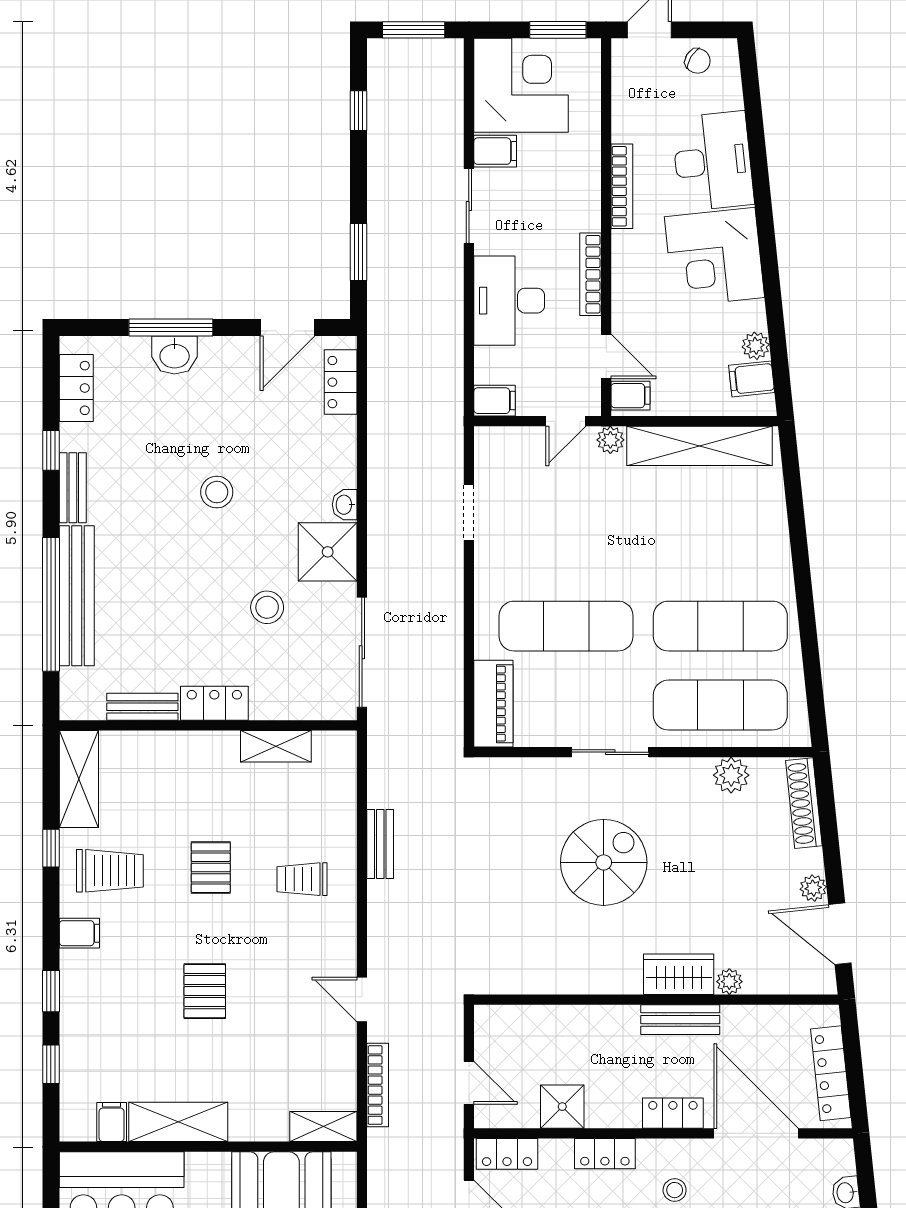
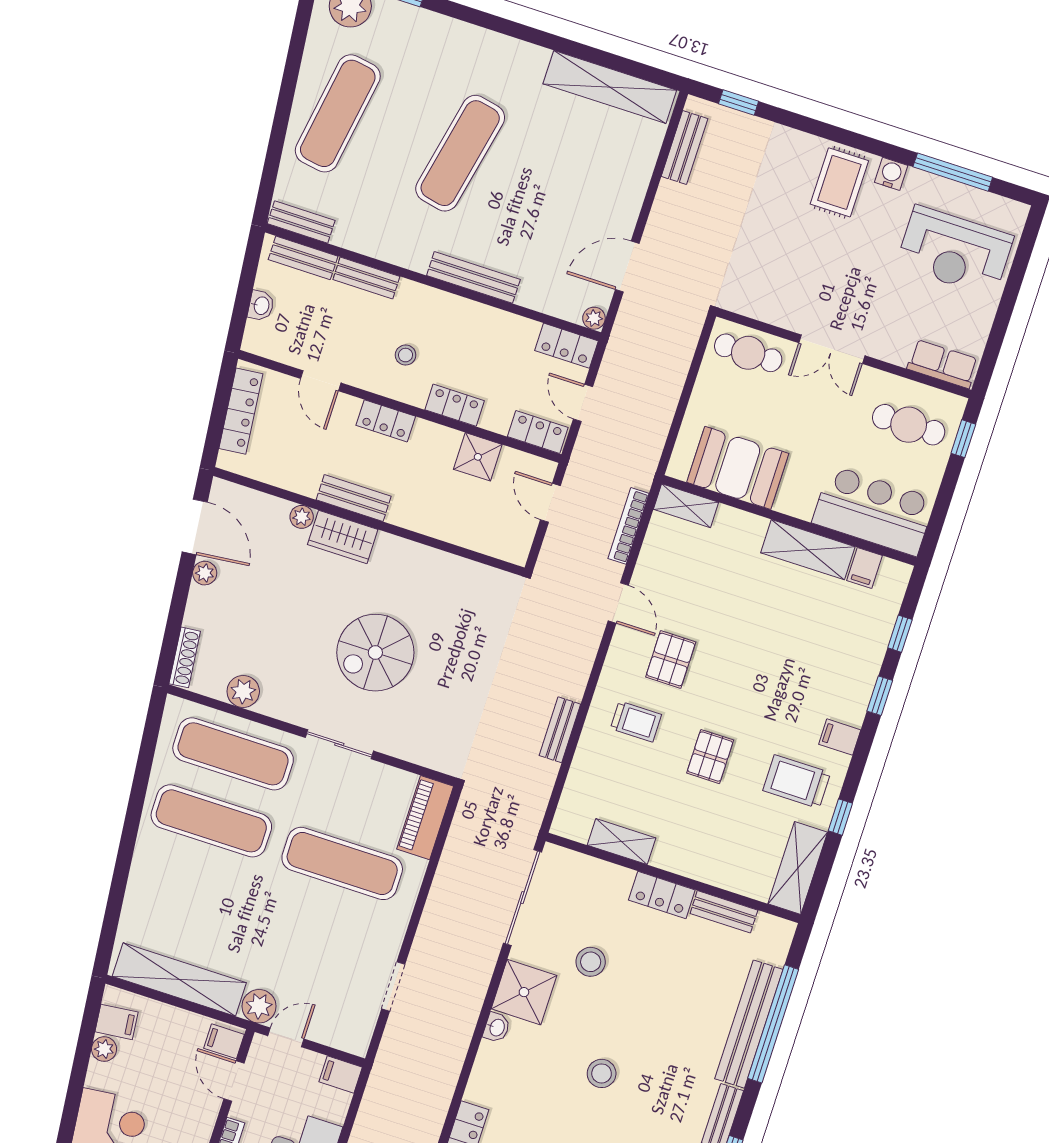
plant: (610, 440) -> (259, 1006), width x1.38, depth x1.38
shoe rack: (804, 803) -> (185, 657), width x0.74, depth x0.81
pallet: (205, 991) -> (671, 659), moved
door: (756, 1133) -> (321, 381), width x0.53

